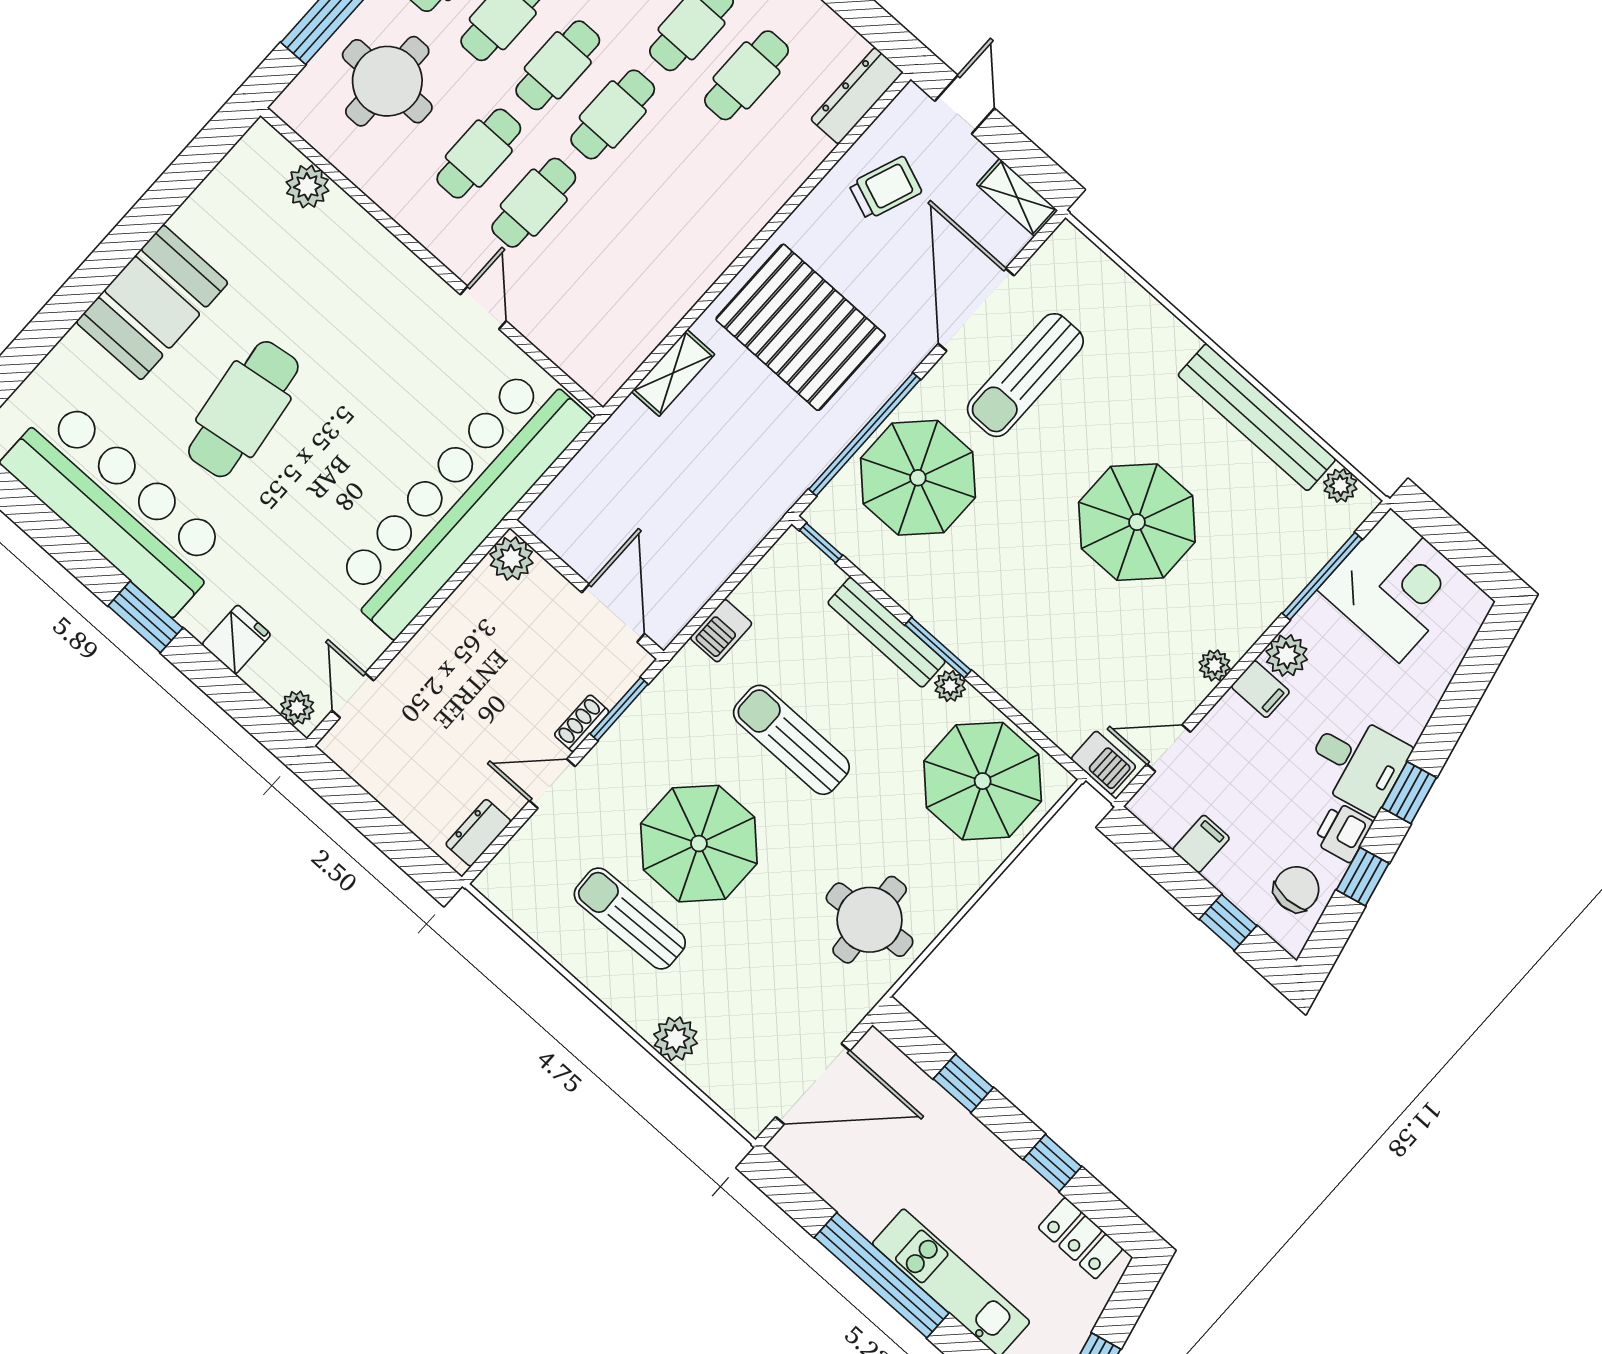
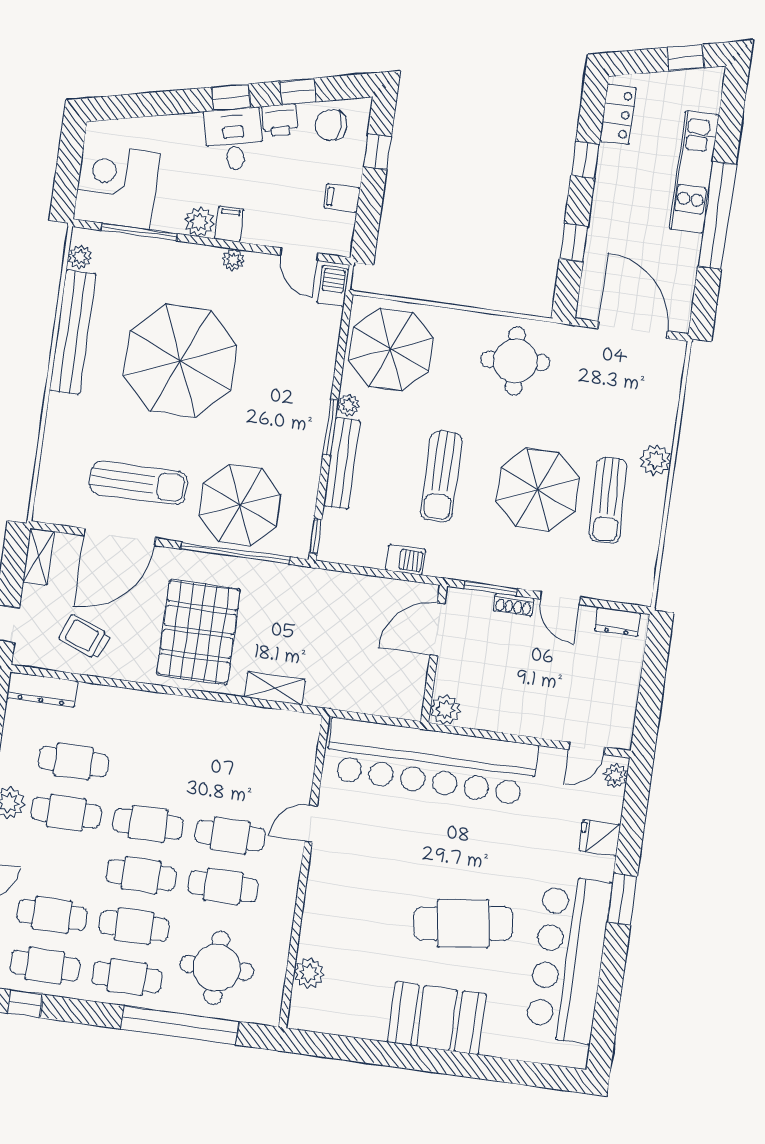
parasol: (1137, 522) -> (180, 361), width x1.36, depth x1.36
plant: (676, 1039) -> (656, 460), moved

